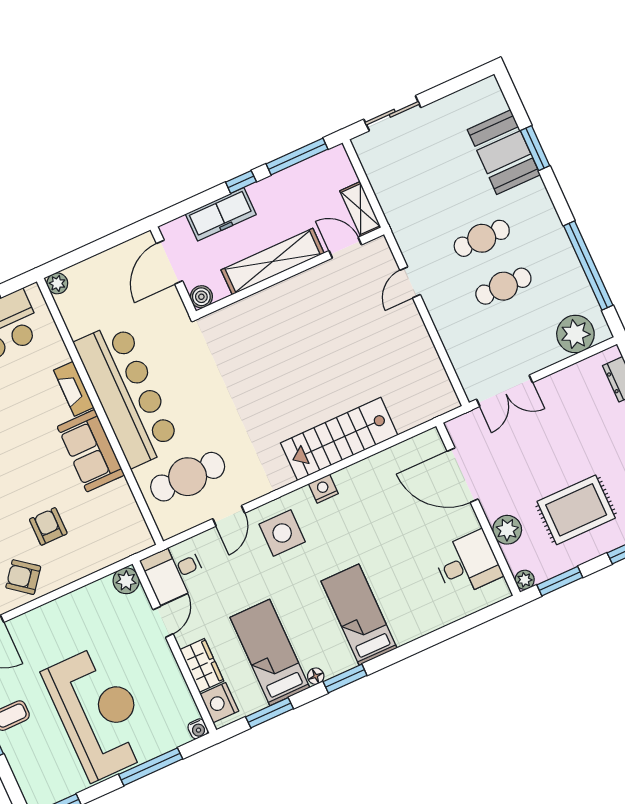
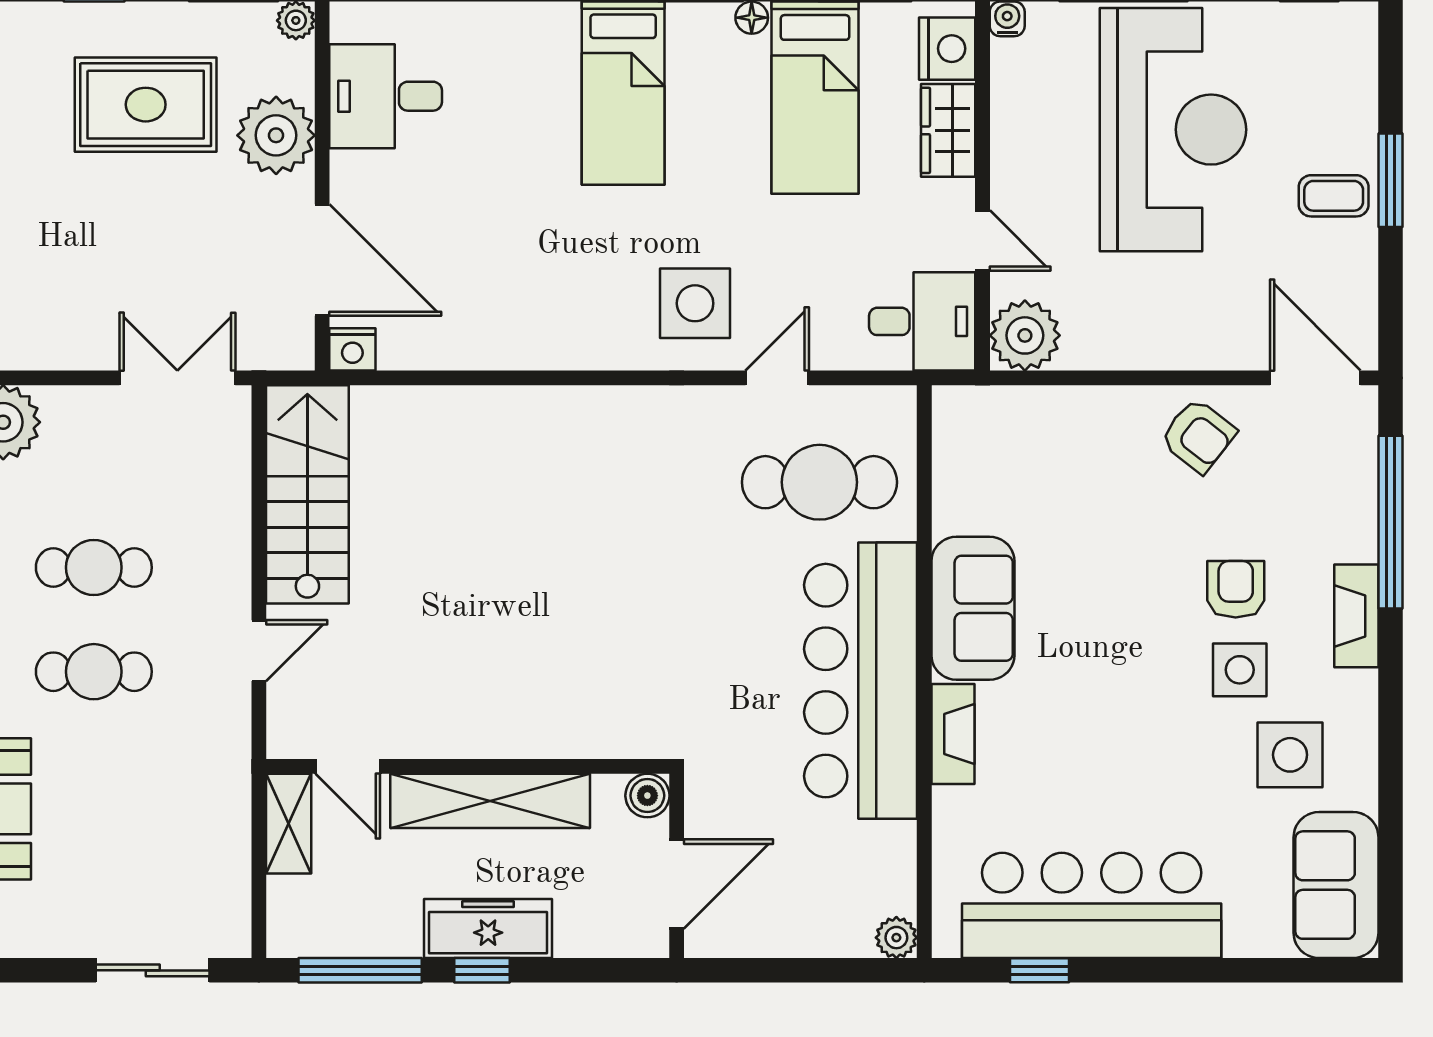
freezer: (221, 214) -> (488, 929), moved
stairs: (339, 439) -> (307, 494), moved, turned -90
nightstand: (323, 489) -> (352, 349), moved
armchair: (48, 526) -> (1112, 507), removed
plant: (507, 530) -> (276, 135), width x1.36, depth x1.36
plant: (126, 581) -> (1025, 335), width x1.36, depth x1.36
door: (163, 622) -> (983, 241), swing flipped
reception desk: (99, 713) -> (1173, 130), turned 180

